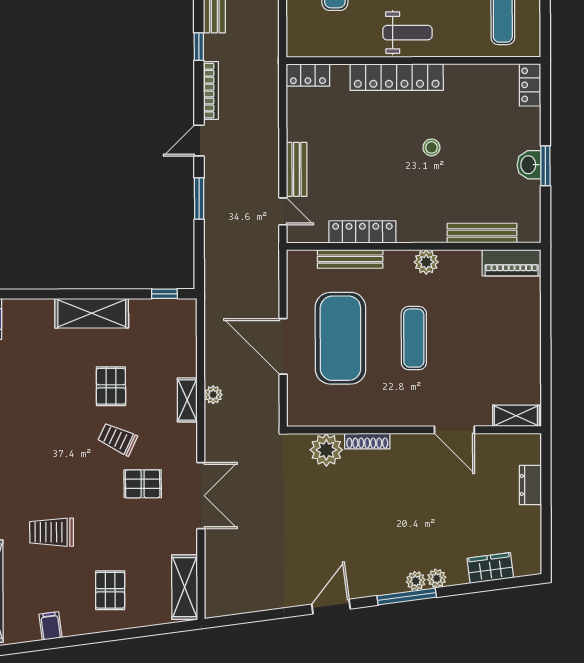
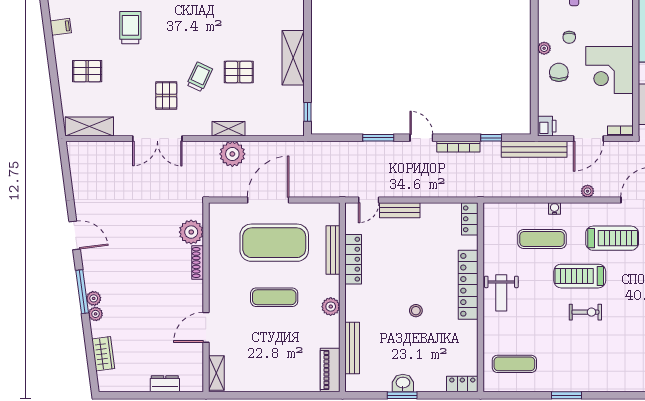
plant: (213, 395) -> (232, 154), width x1.88, depth x1.88

